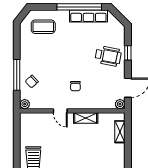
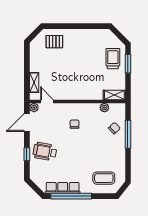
plant: (25, 104) -> (104, 108), moved
door: (60, 111) -> (47, 101), moved
shelving: (86, 118) -> (114, 95), moved
window: (17, 152) -> (128, 64), added

